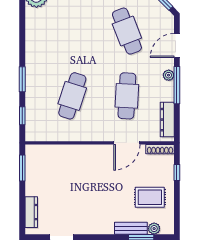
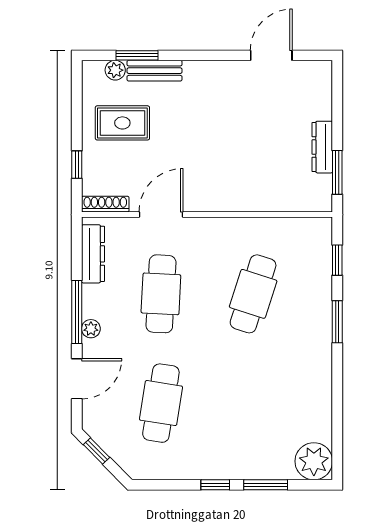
cafe table: (127, 31) -> (161, 403), turned 30
dresser: (31, 212) -> (322, 147), moved

